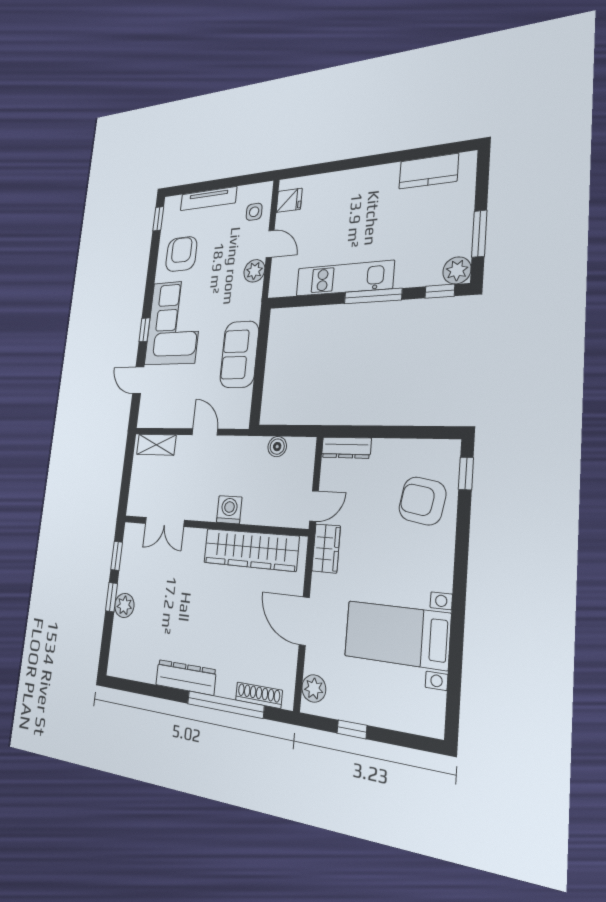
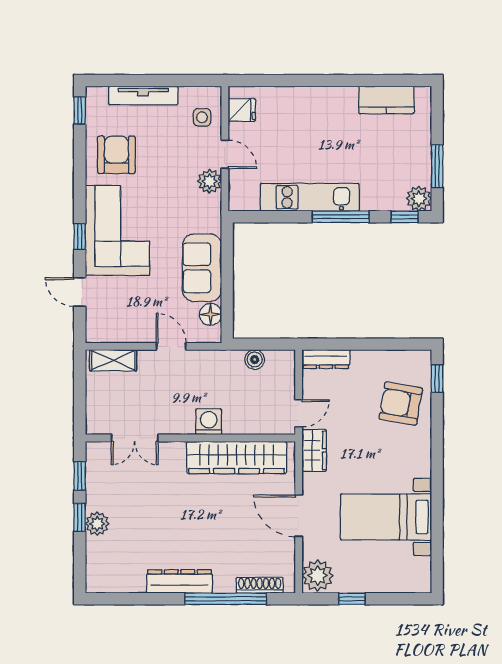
floor lamp: (242, 400) -> (211, 314), added
plant: (314, 688) -> (318, 575), width x1.36, depth x1.36

